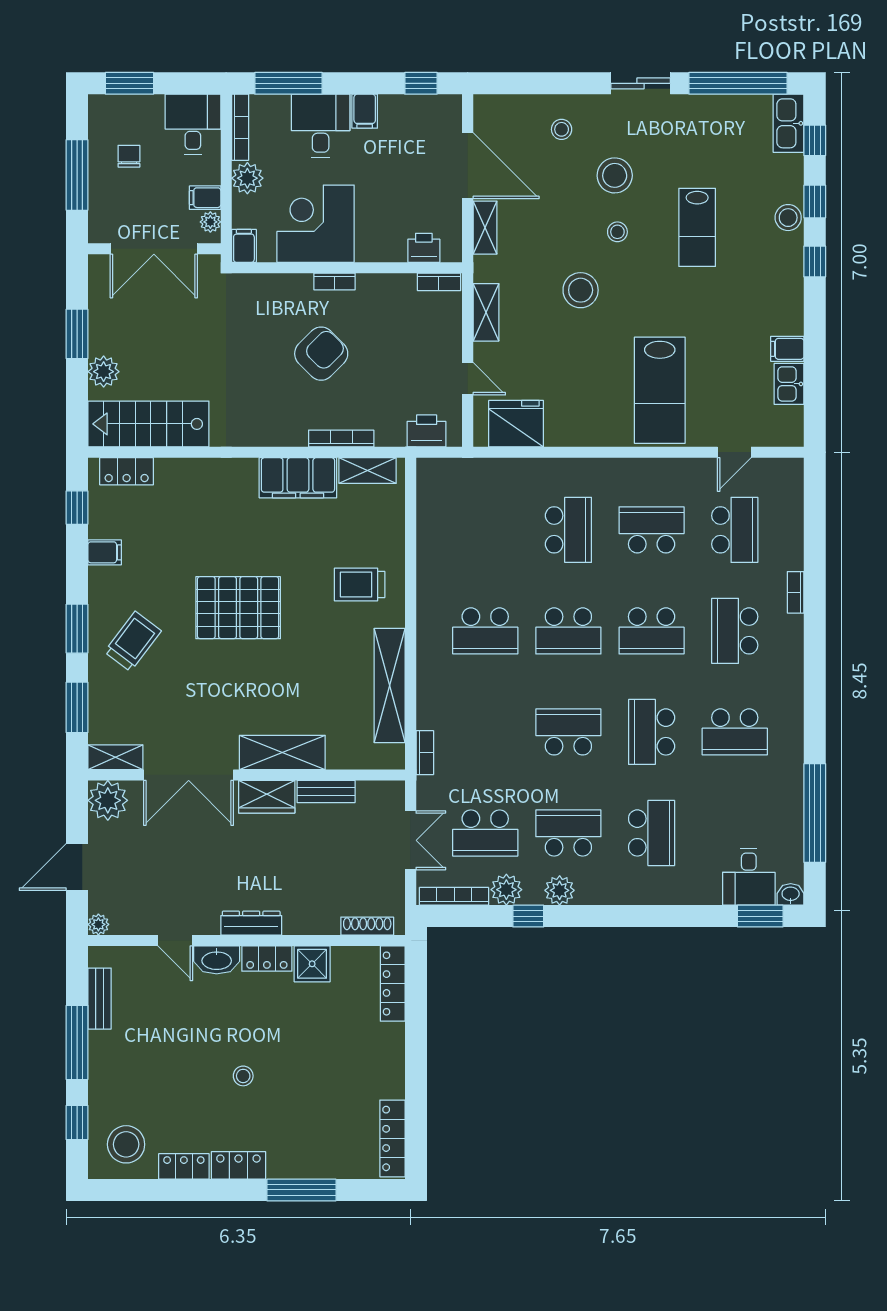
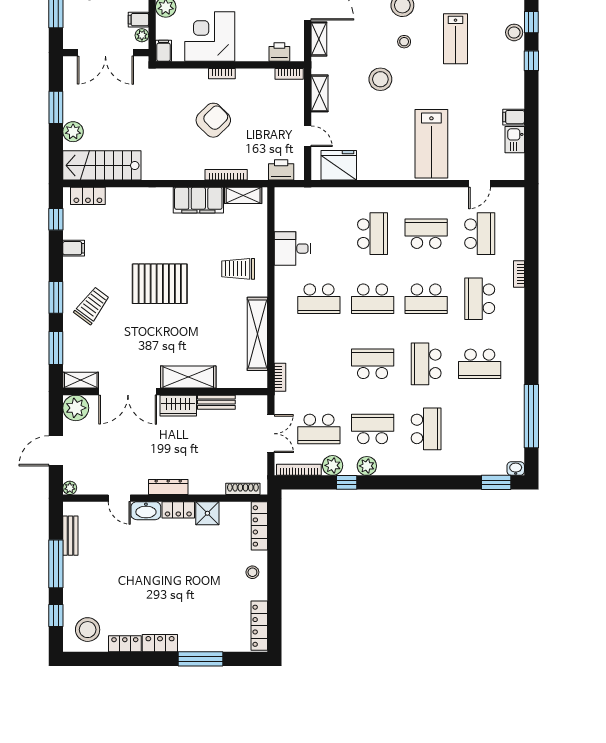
desk: (749, 877) -> (293, 249), moved, turned 90
stool: (243, 1076) -> (252, 572), moved

